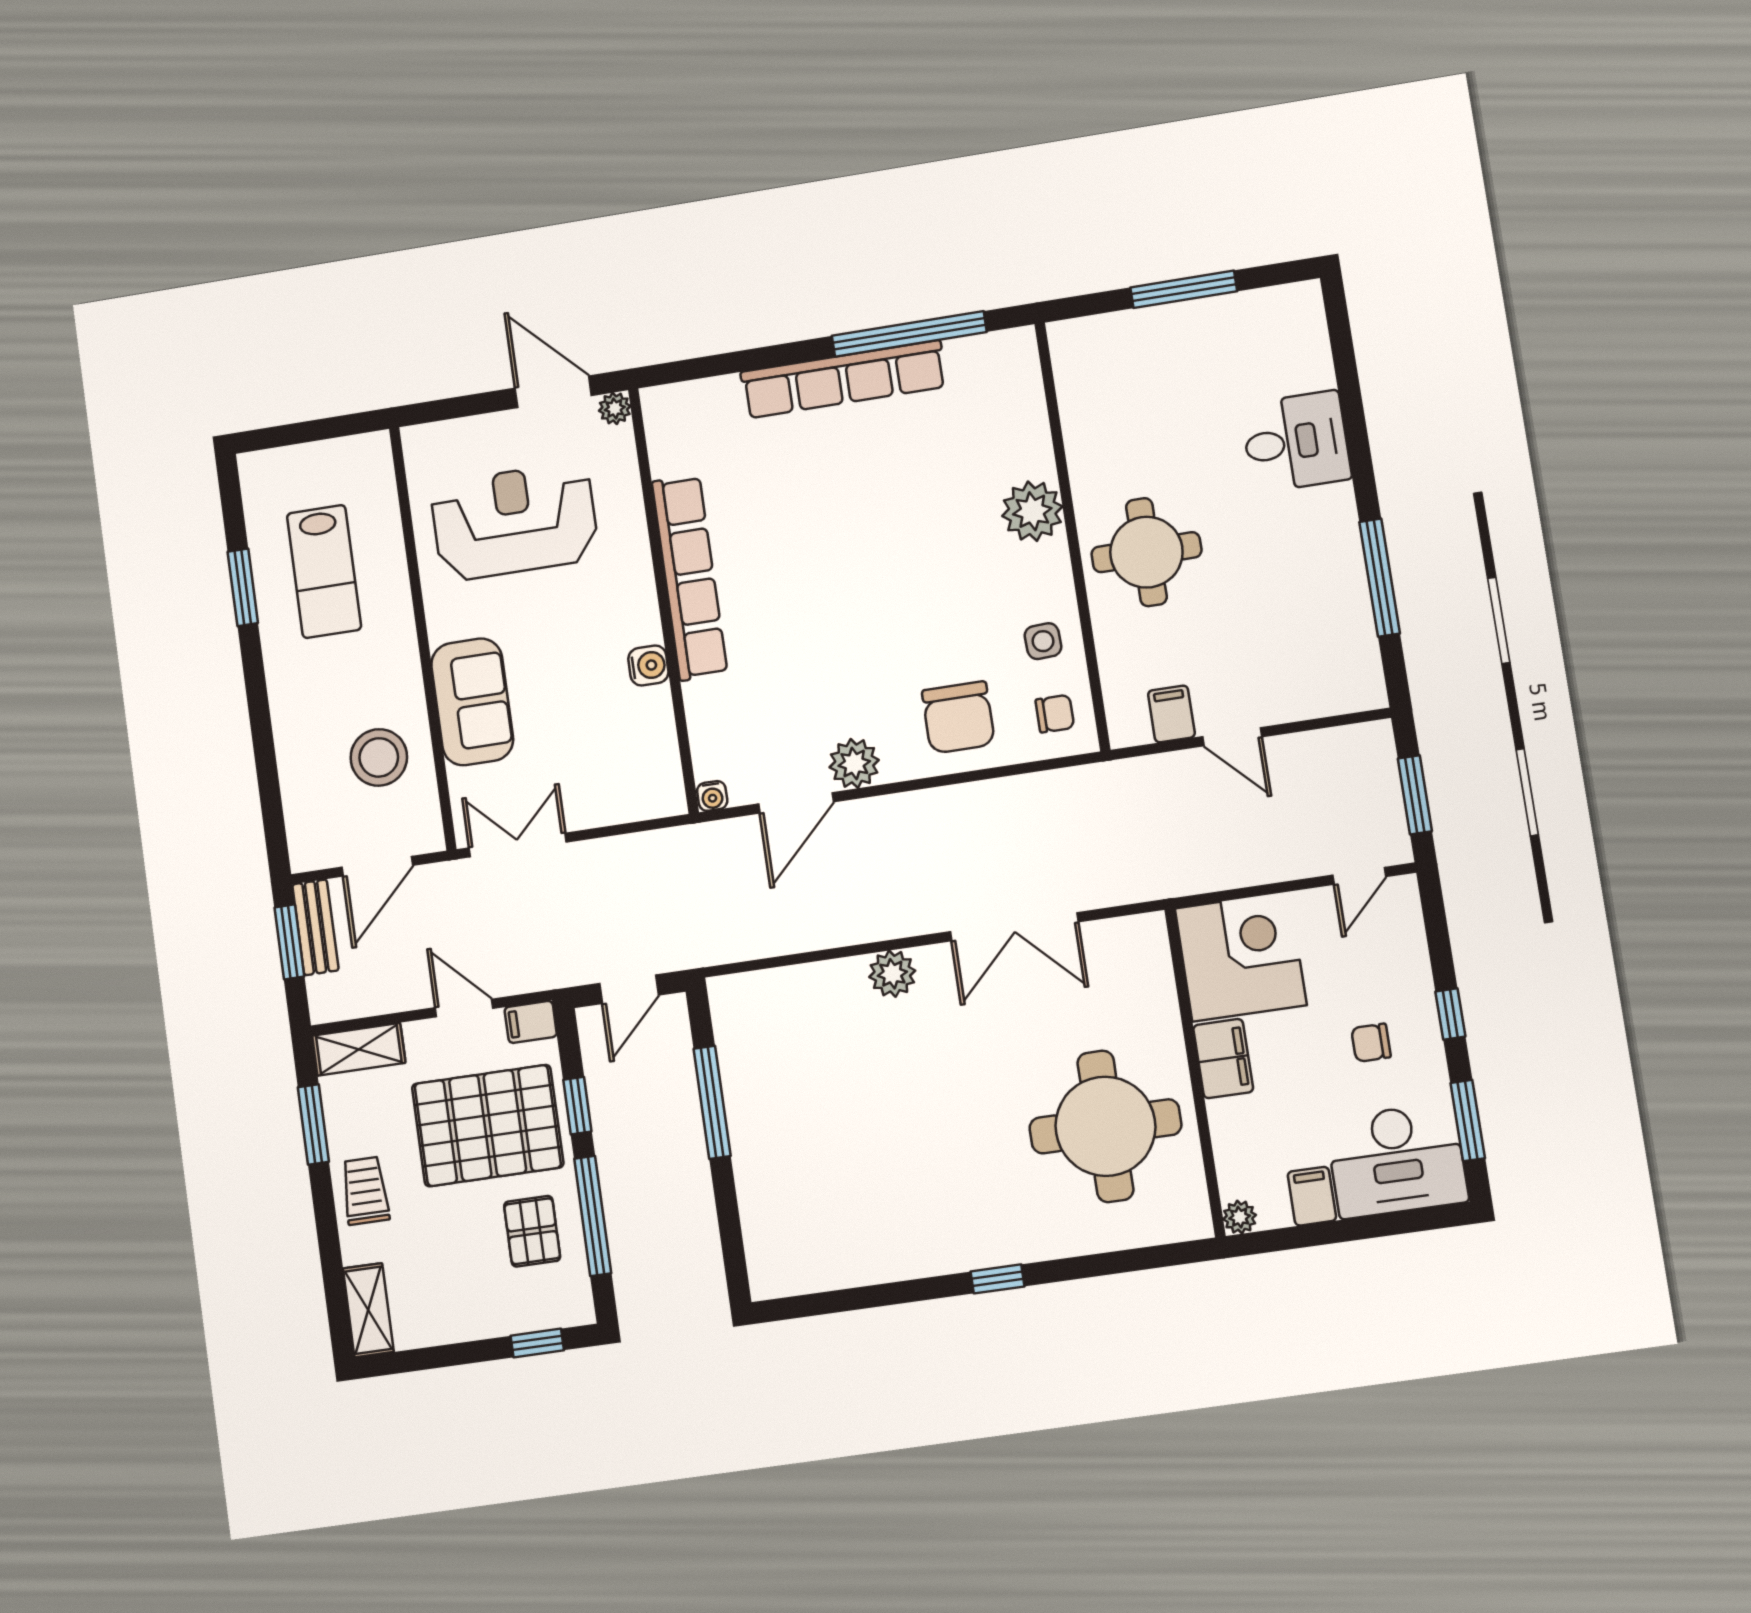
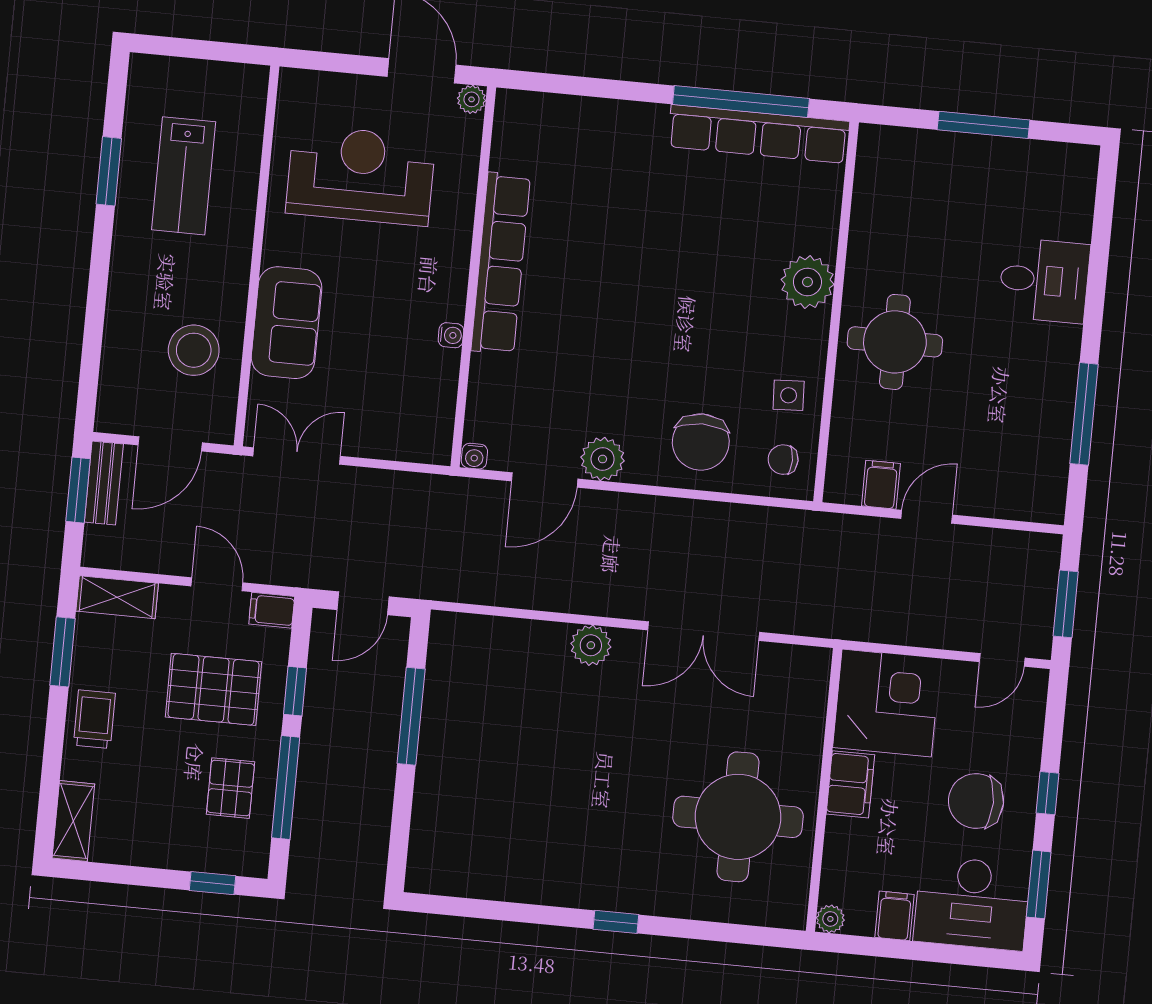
row of seats: (843, 379) -> (759, 134), moved
water cooler: (648, 665) -> (451, 335), width x0.72, depth x0.72
chair: (1055, 714) -> (783, 460), turned 180
door: (1232, 737) -> (927, 517), swing flipped
chair: (1371, 1043) -> (976, 801), width x1.87, depth x1.87
pallet: (488, 1126) -> (214, 689), width x0.73, depth x0.71

